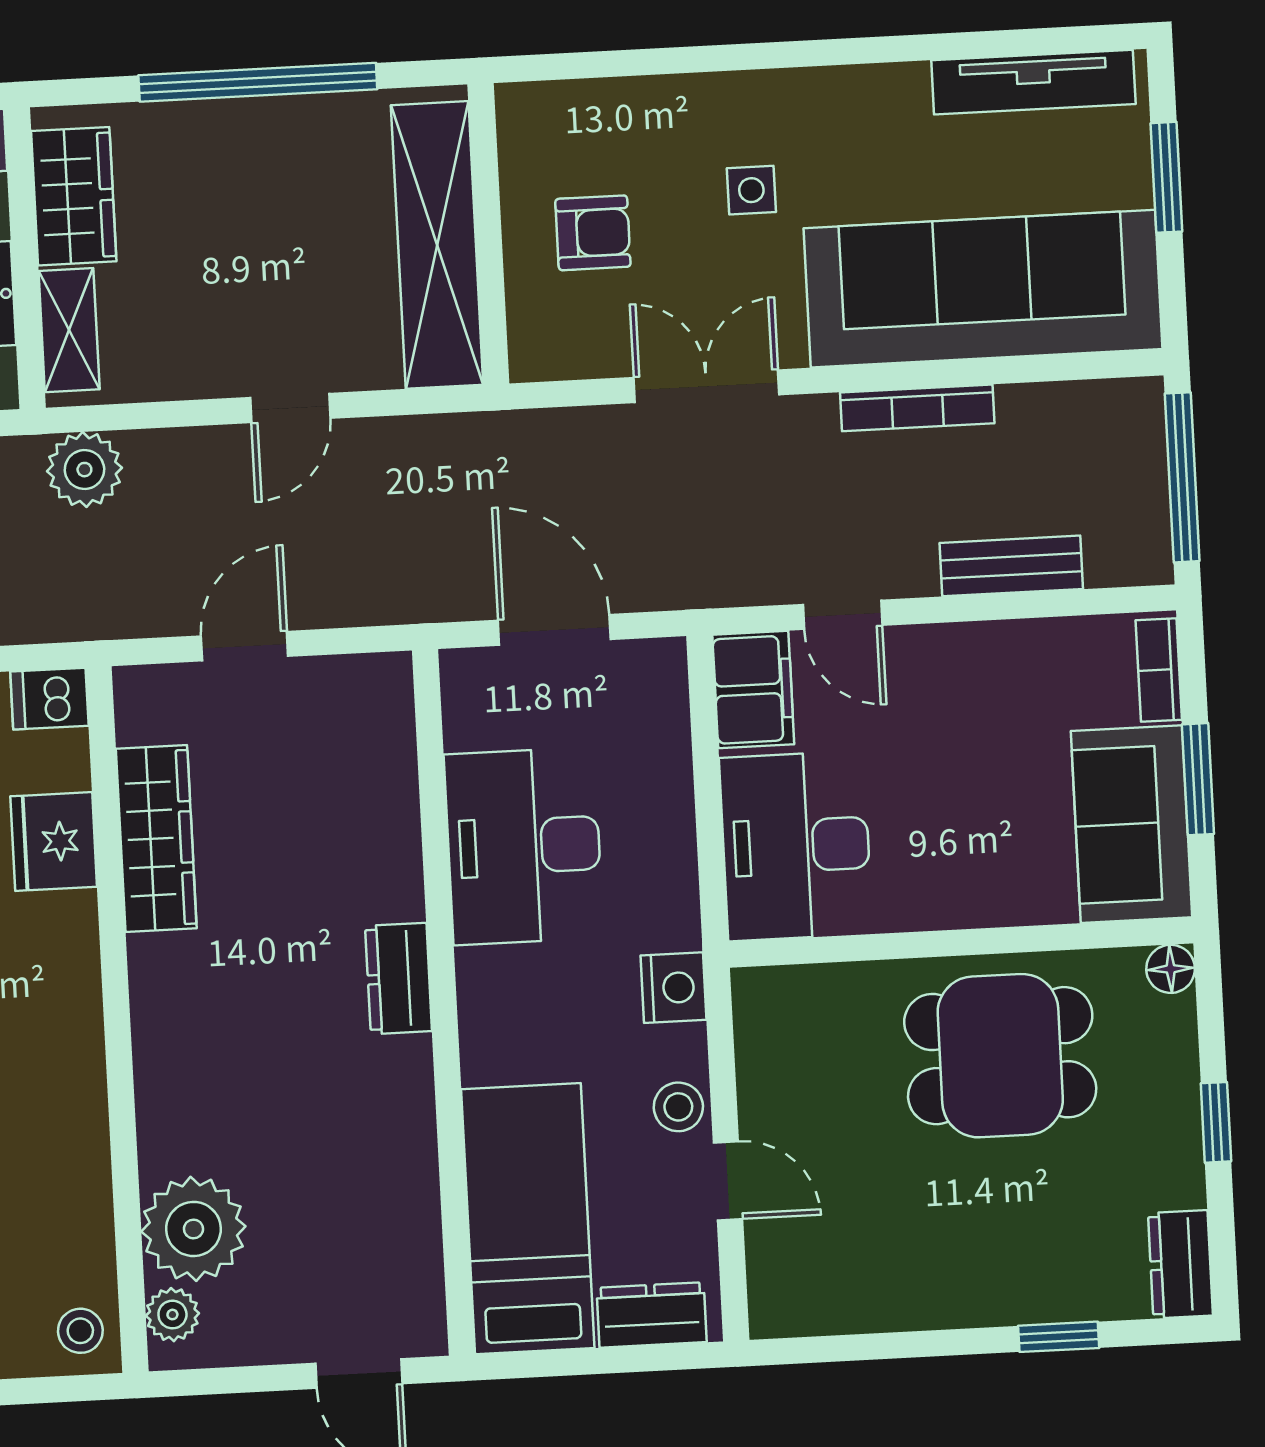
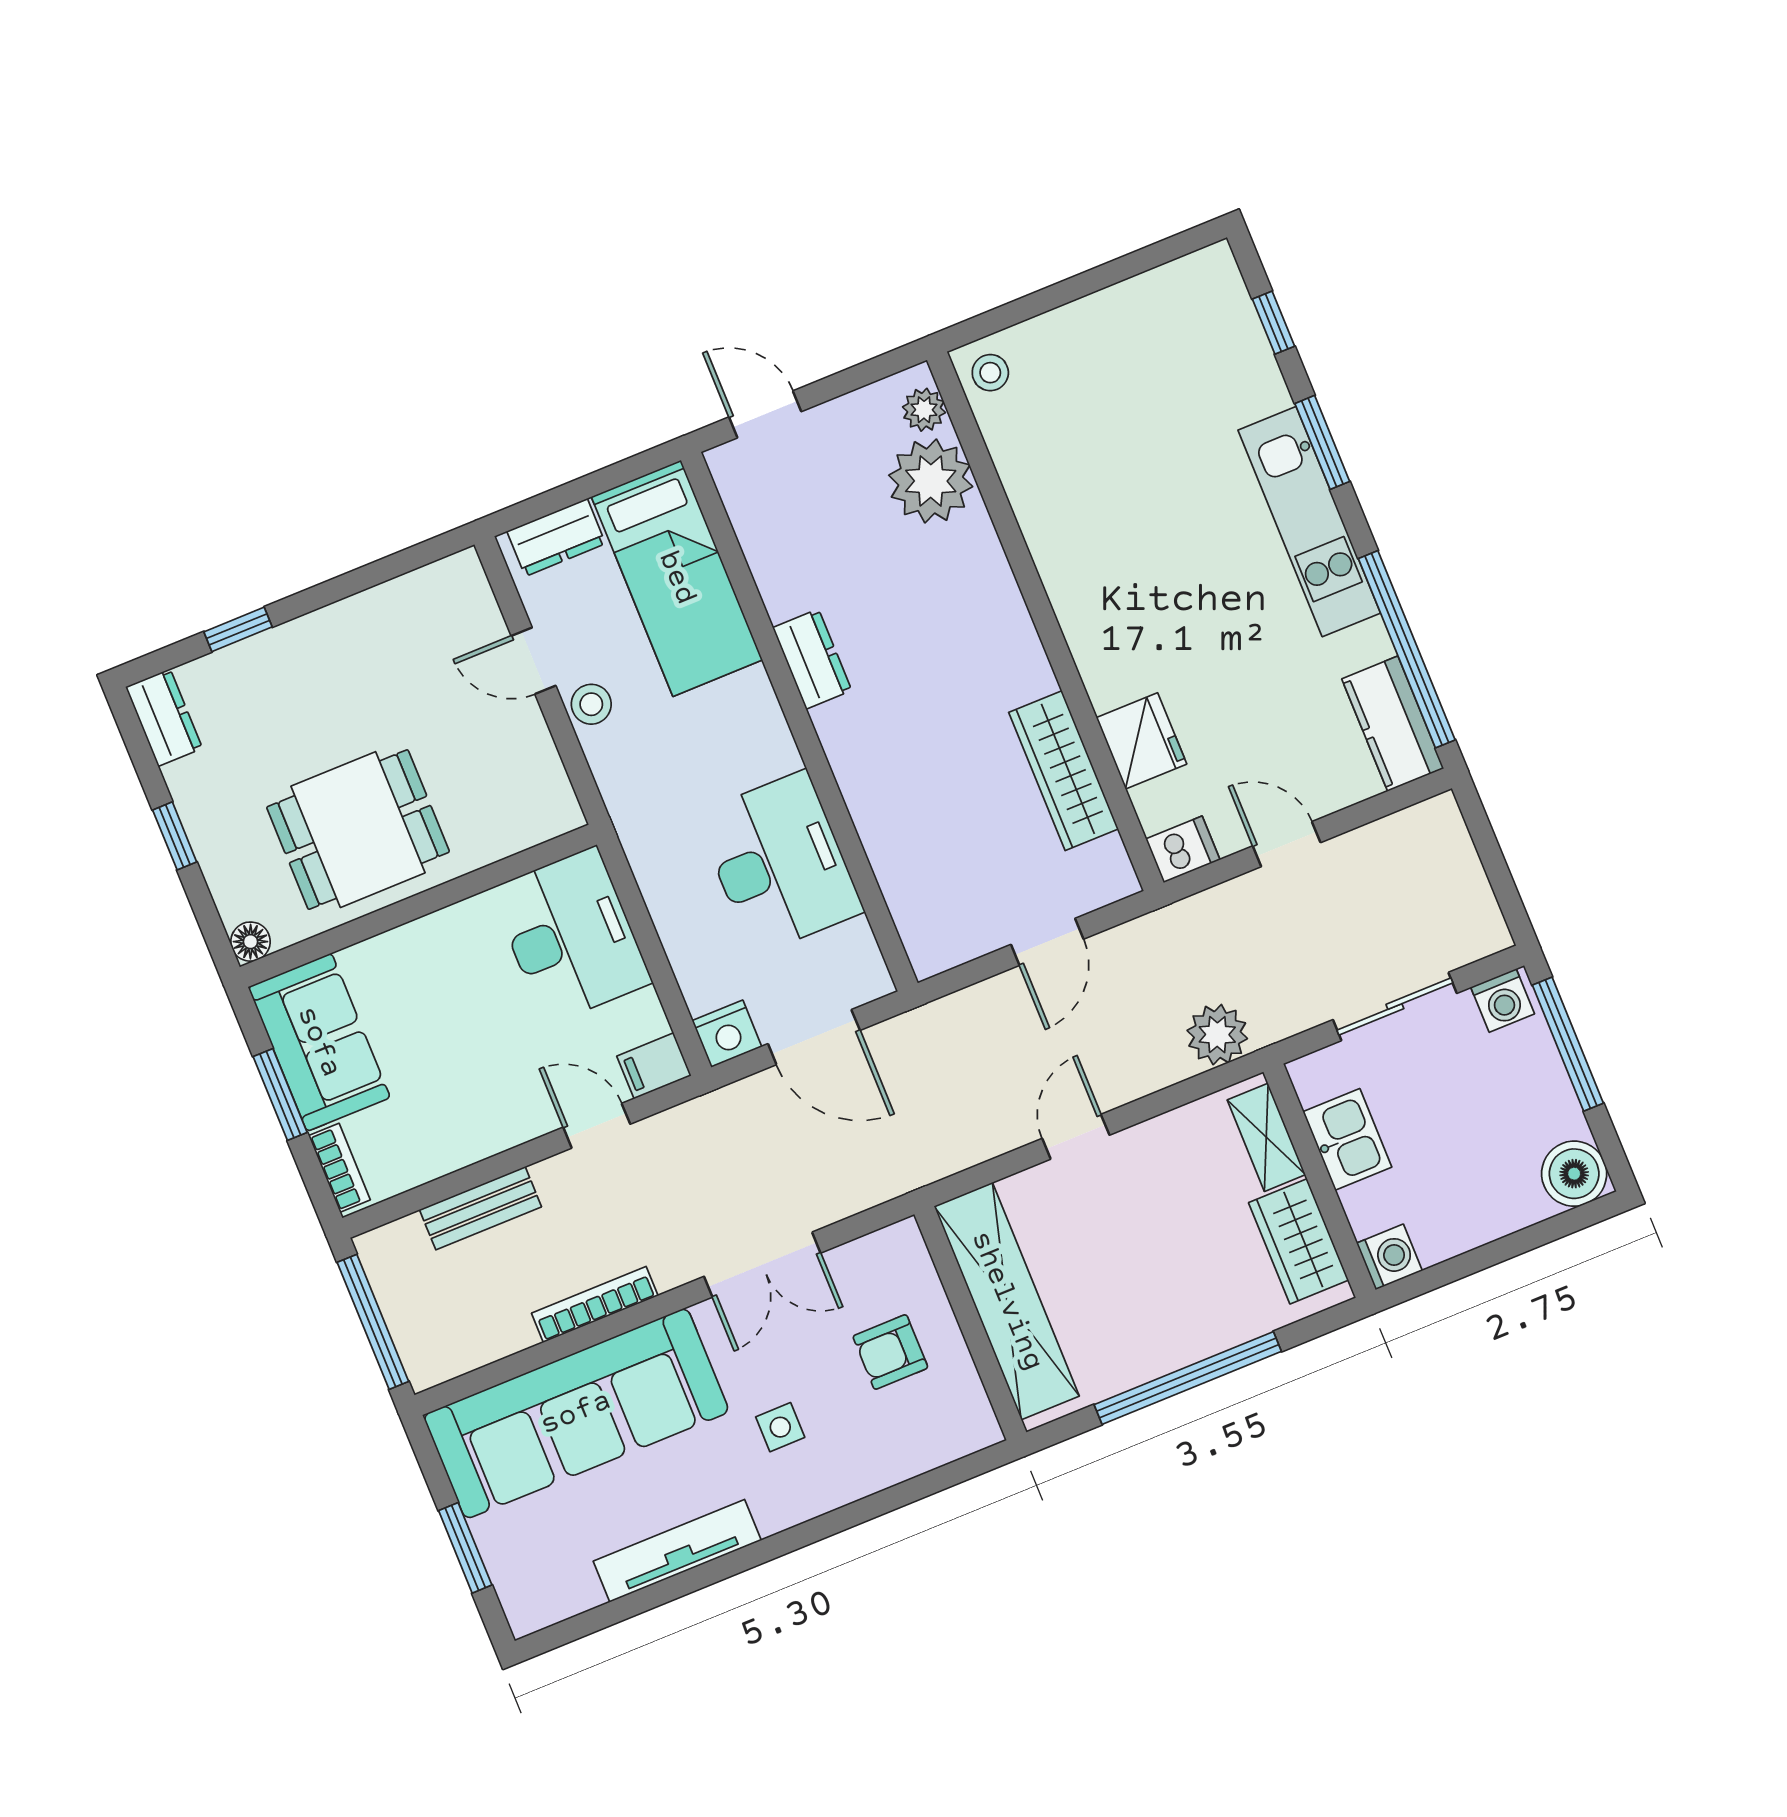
tv unit: (1033, 82) -> (677, 1551), moved
filing cabinet: (753, 690) -> (654, 1066), width x0.50
dresser: (399, 978) -> (812, 659), moved
nightstand: (673, 988) -> (727, 1034), moved, turned -90

